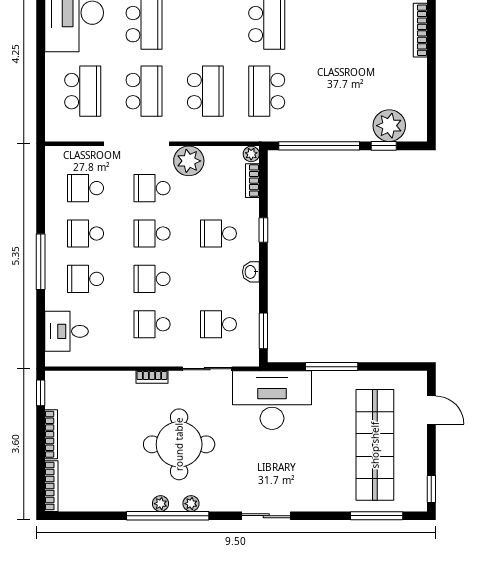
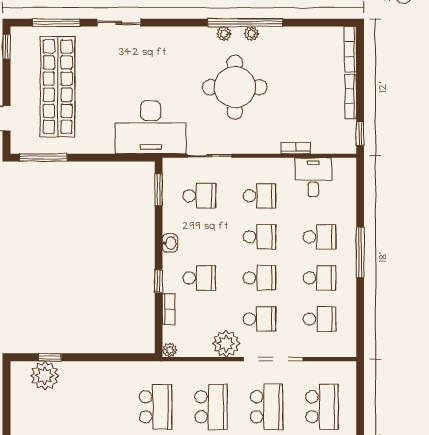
school desk: (83, 91) -> (322, 407), turned 180
school desk: (144, 91) -> (267, 407), turned 180
school desk: (205, 91) -> (211, 407), turned 180
window: (319, 146) -> (108, 357), removed
bookcase: (252, 181) -> (169, 309), moved
desk: (66, 331) -> (313, 177), moved, turned -90
window: (332, 367) -> (43, 158), moved
bookcase: (152, 377) -> (296, 148), moved
sliding door: (266, 516) -> (119, 23), moved

